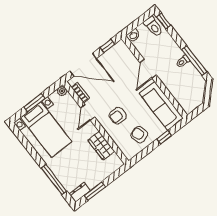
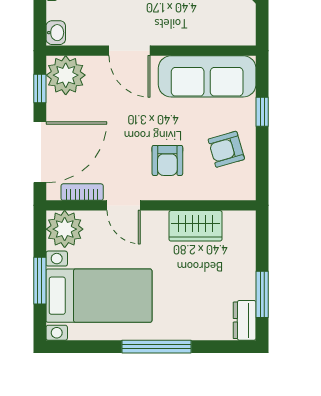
plant: (120, 52) -> (66, 75), added
plant: (62, 91) -> (65, 229), width x1.88, depth x1.88
window: (54, 180) -> (157, 347), moved

